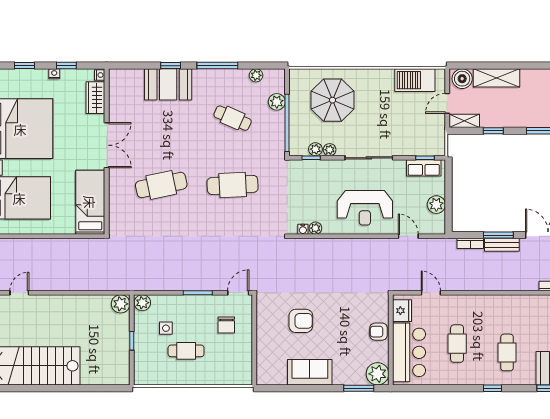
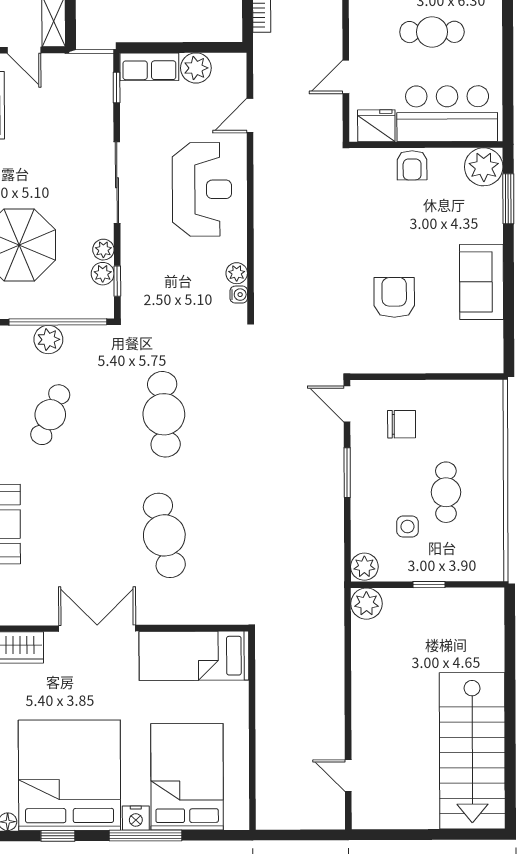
plant: (277, 102) -> (48, 339), moved
row of seats: (424, 168) -> (149, 67), moved, turned 90

